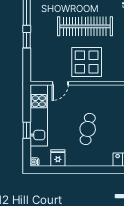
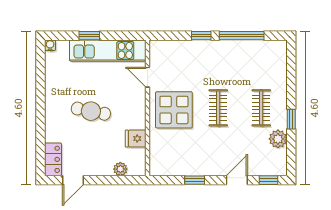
clothes rail: (85, 26) -> (218, 108), width x0.54, depth x0.76
fridge: (58, 158) -> (136, 139), moved, turned 180

